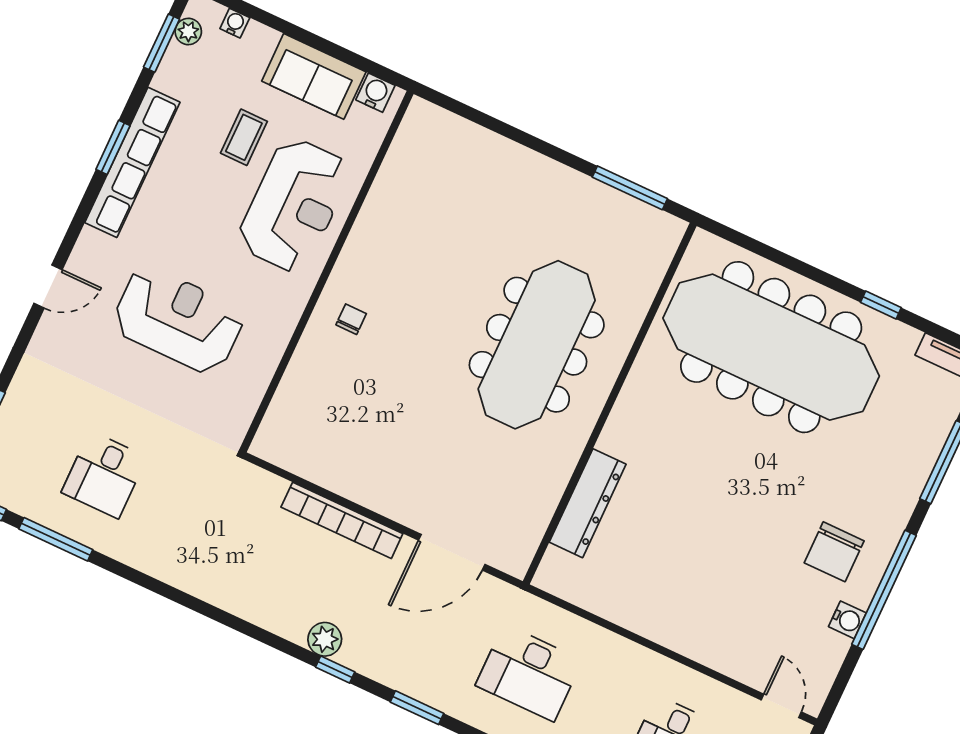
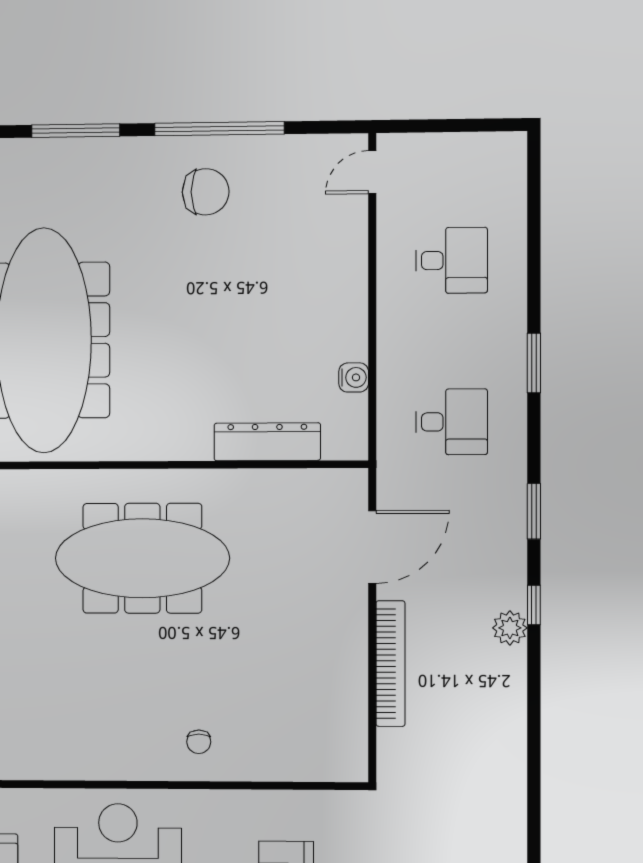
chair: (351, 319) -> (199, 742), turned -90
door: (452, 552) -> (372, 547), hinge flipped
water cooler: (847, 620) -> (354, 377), moved, turned 90
desk: (529, 673) -> (452, 422), width x0.73

